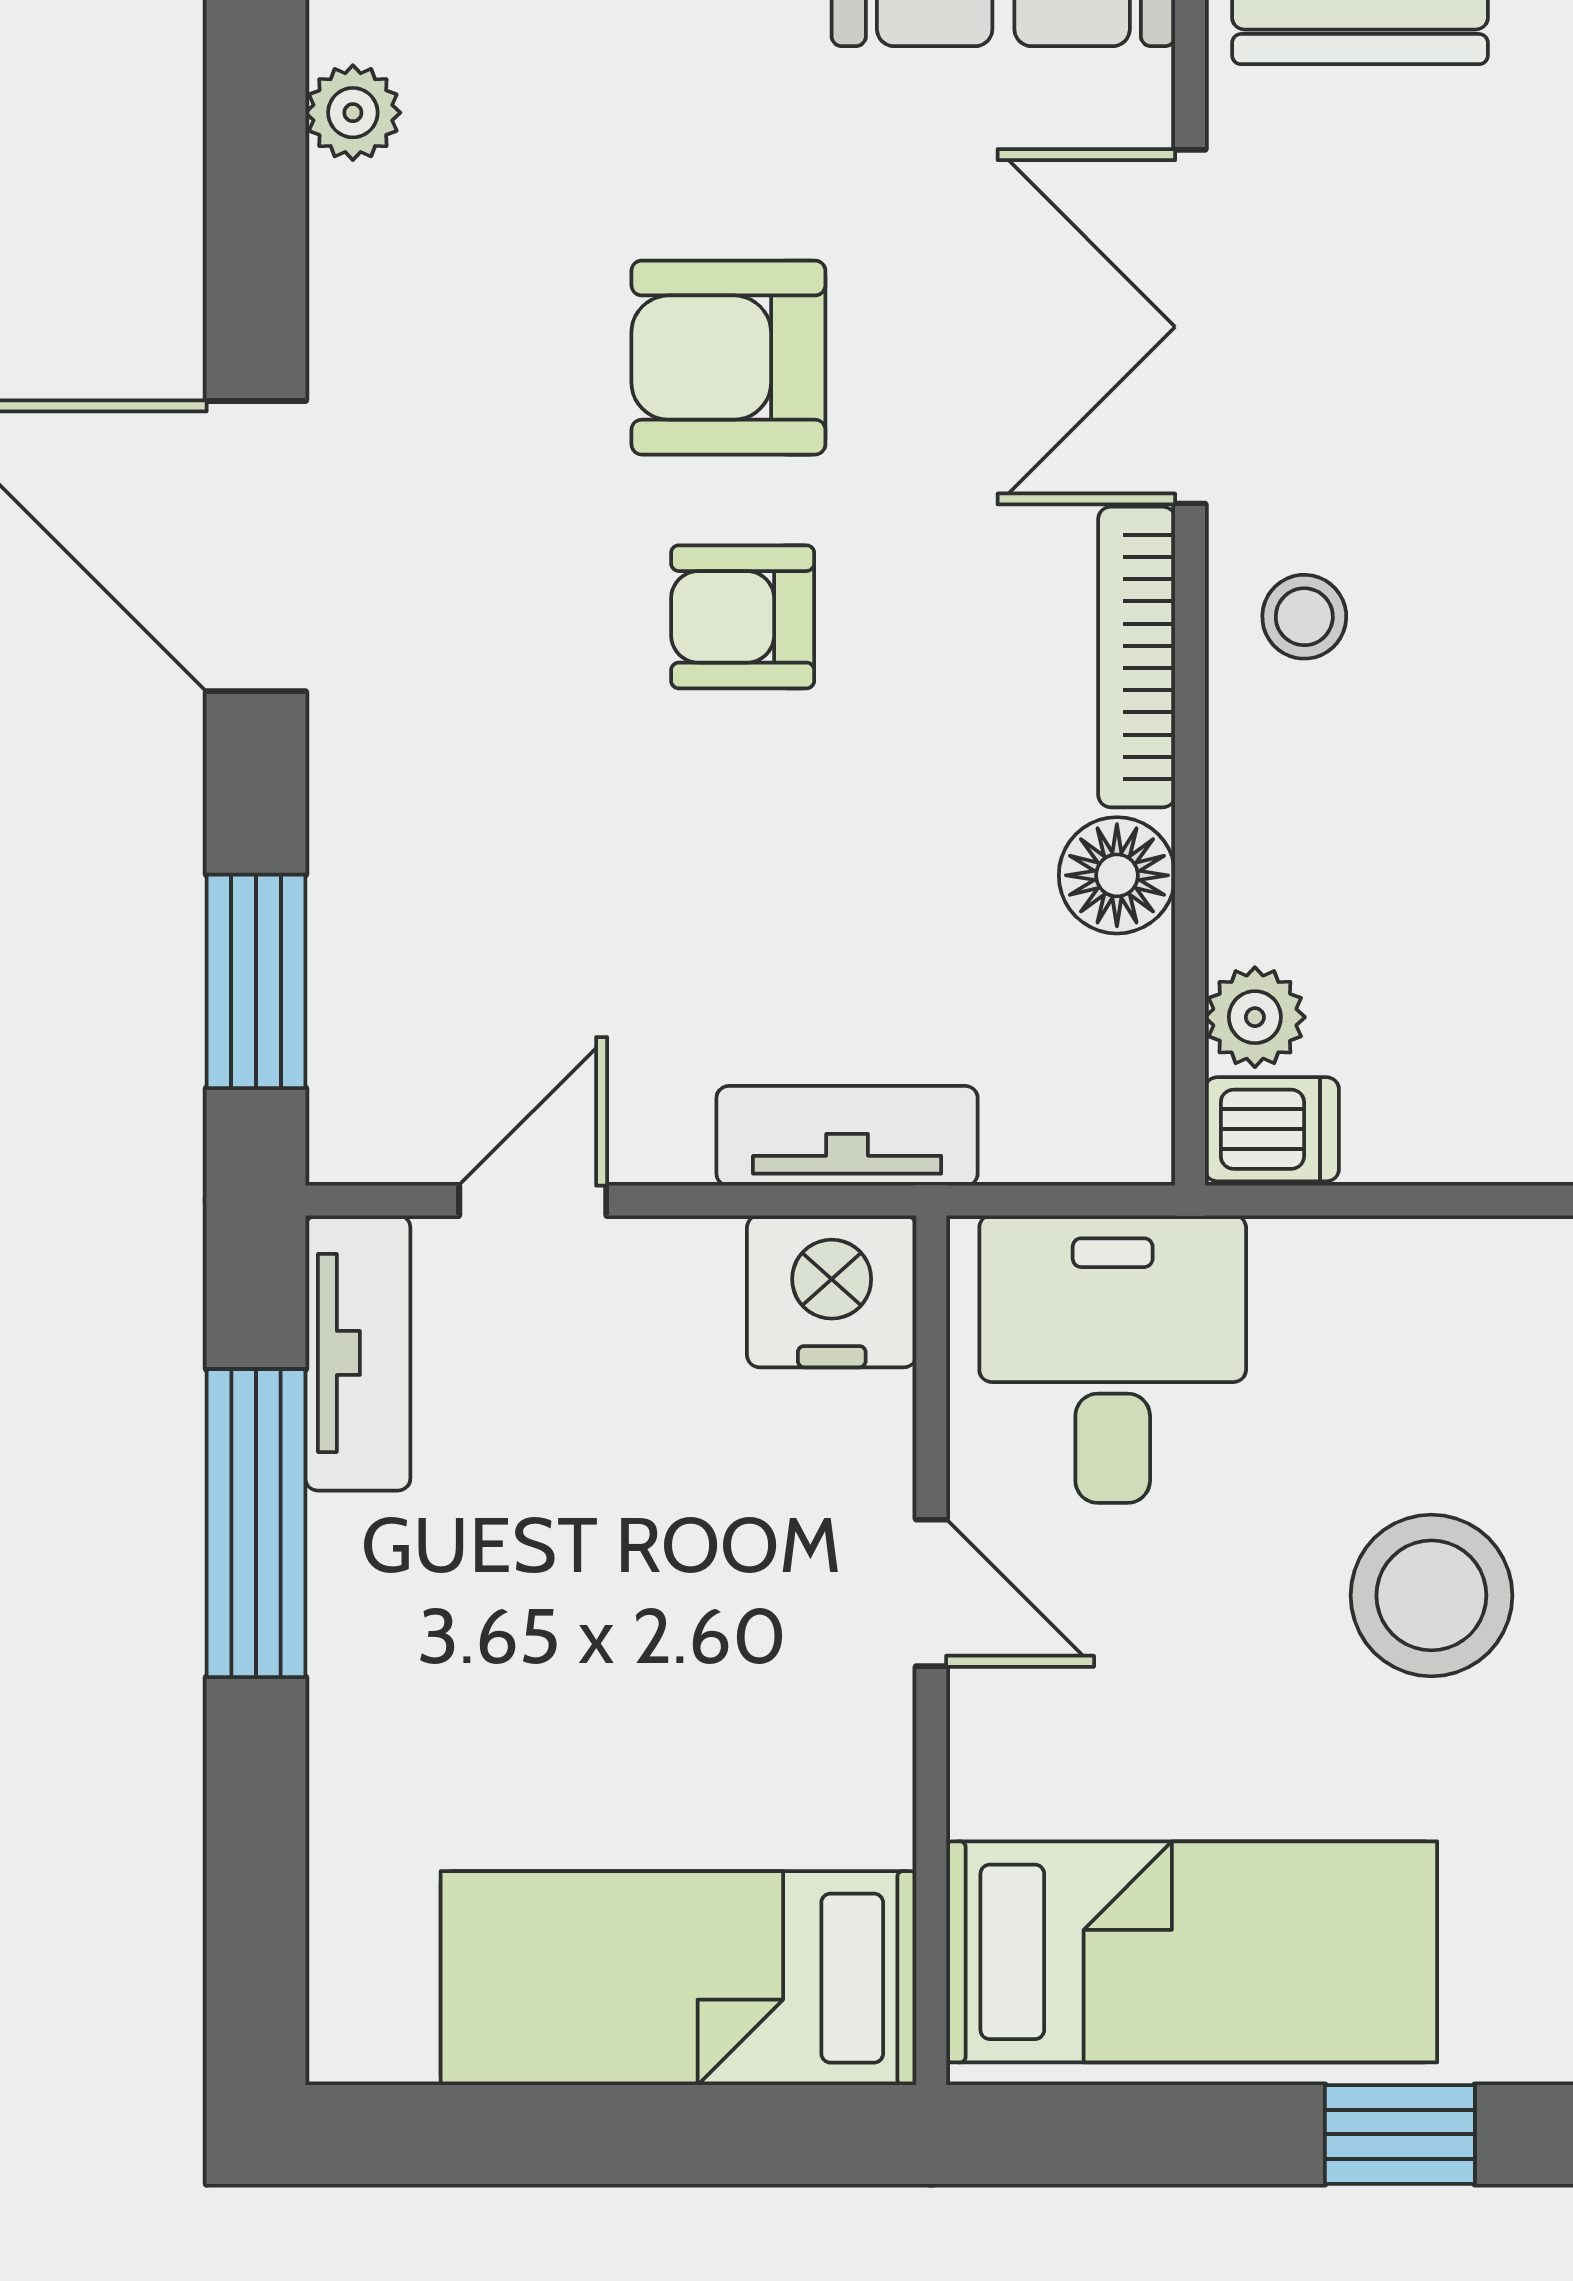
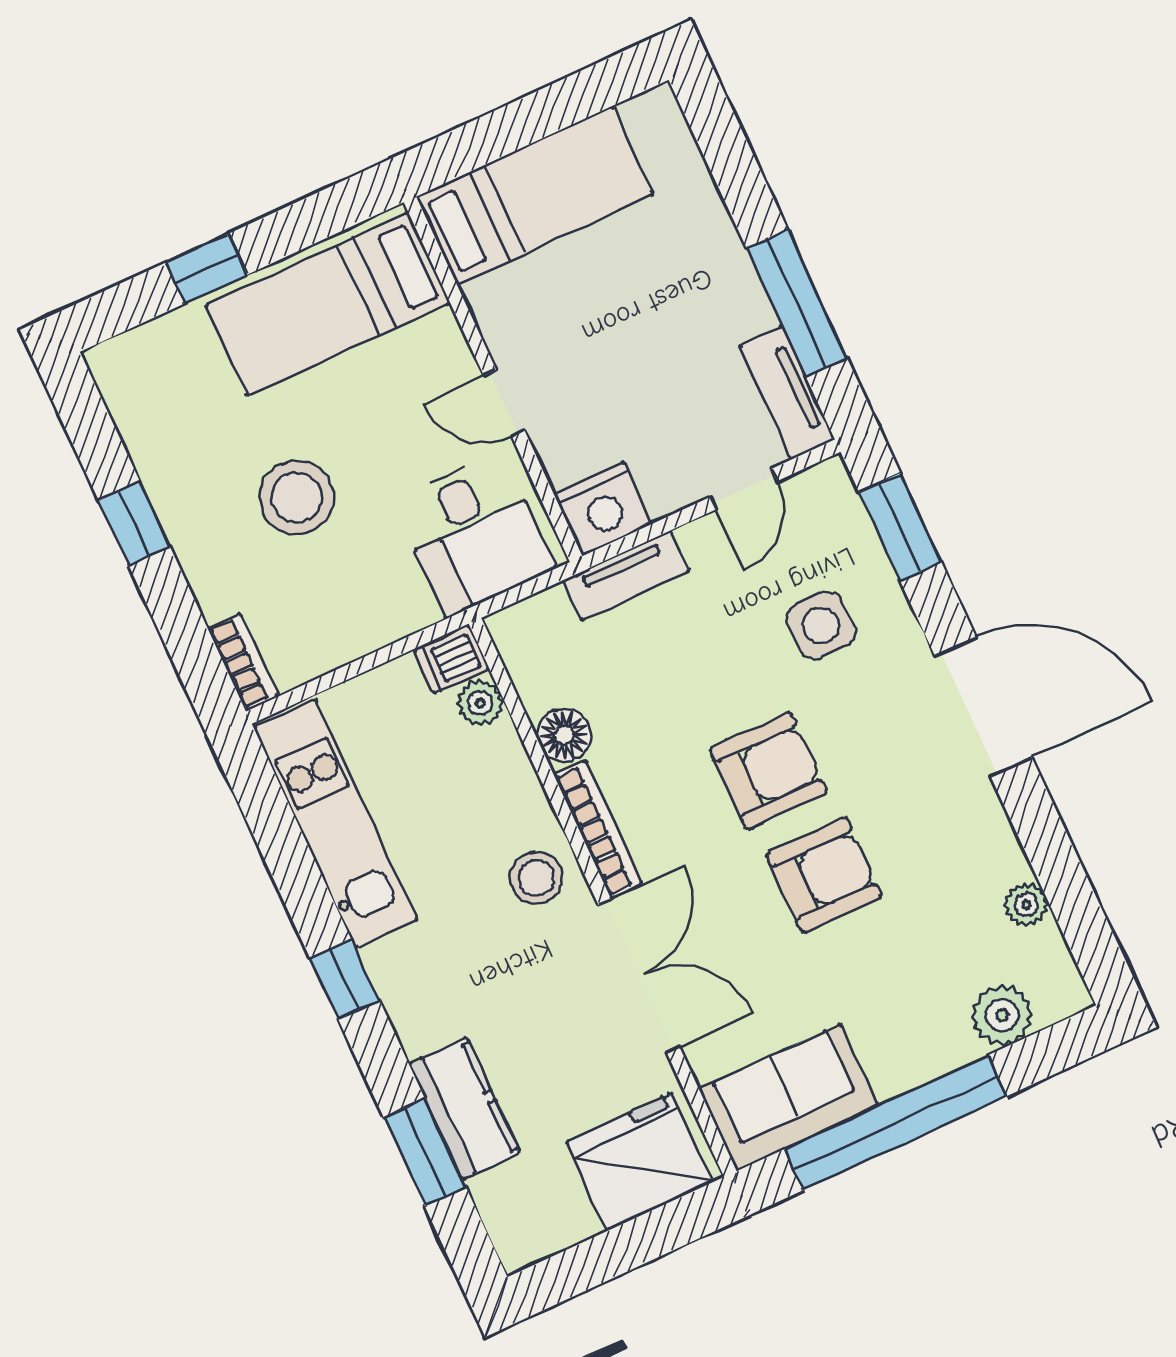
armchair: (743, 617) -> (769, 771), width x1.38, depth x1.38
stool: (1304, 617) -> (536, 878), width x1.37, depth x1.37
side table: (505, 858) -> (821, 625), added

